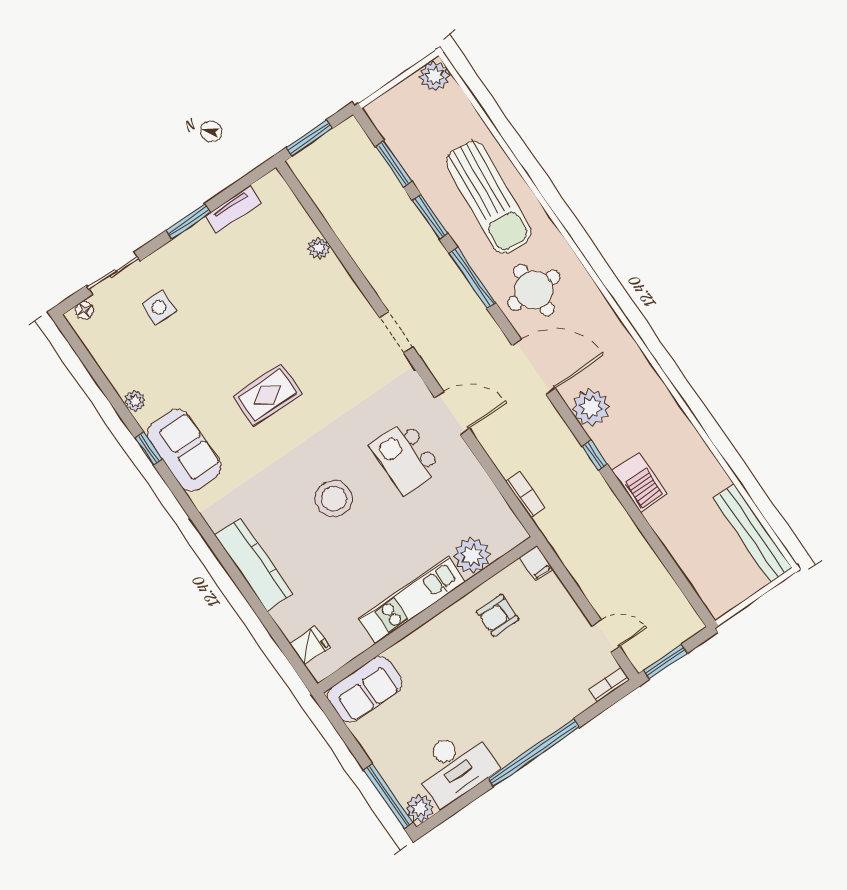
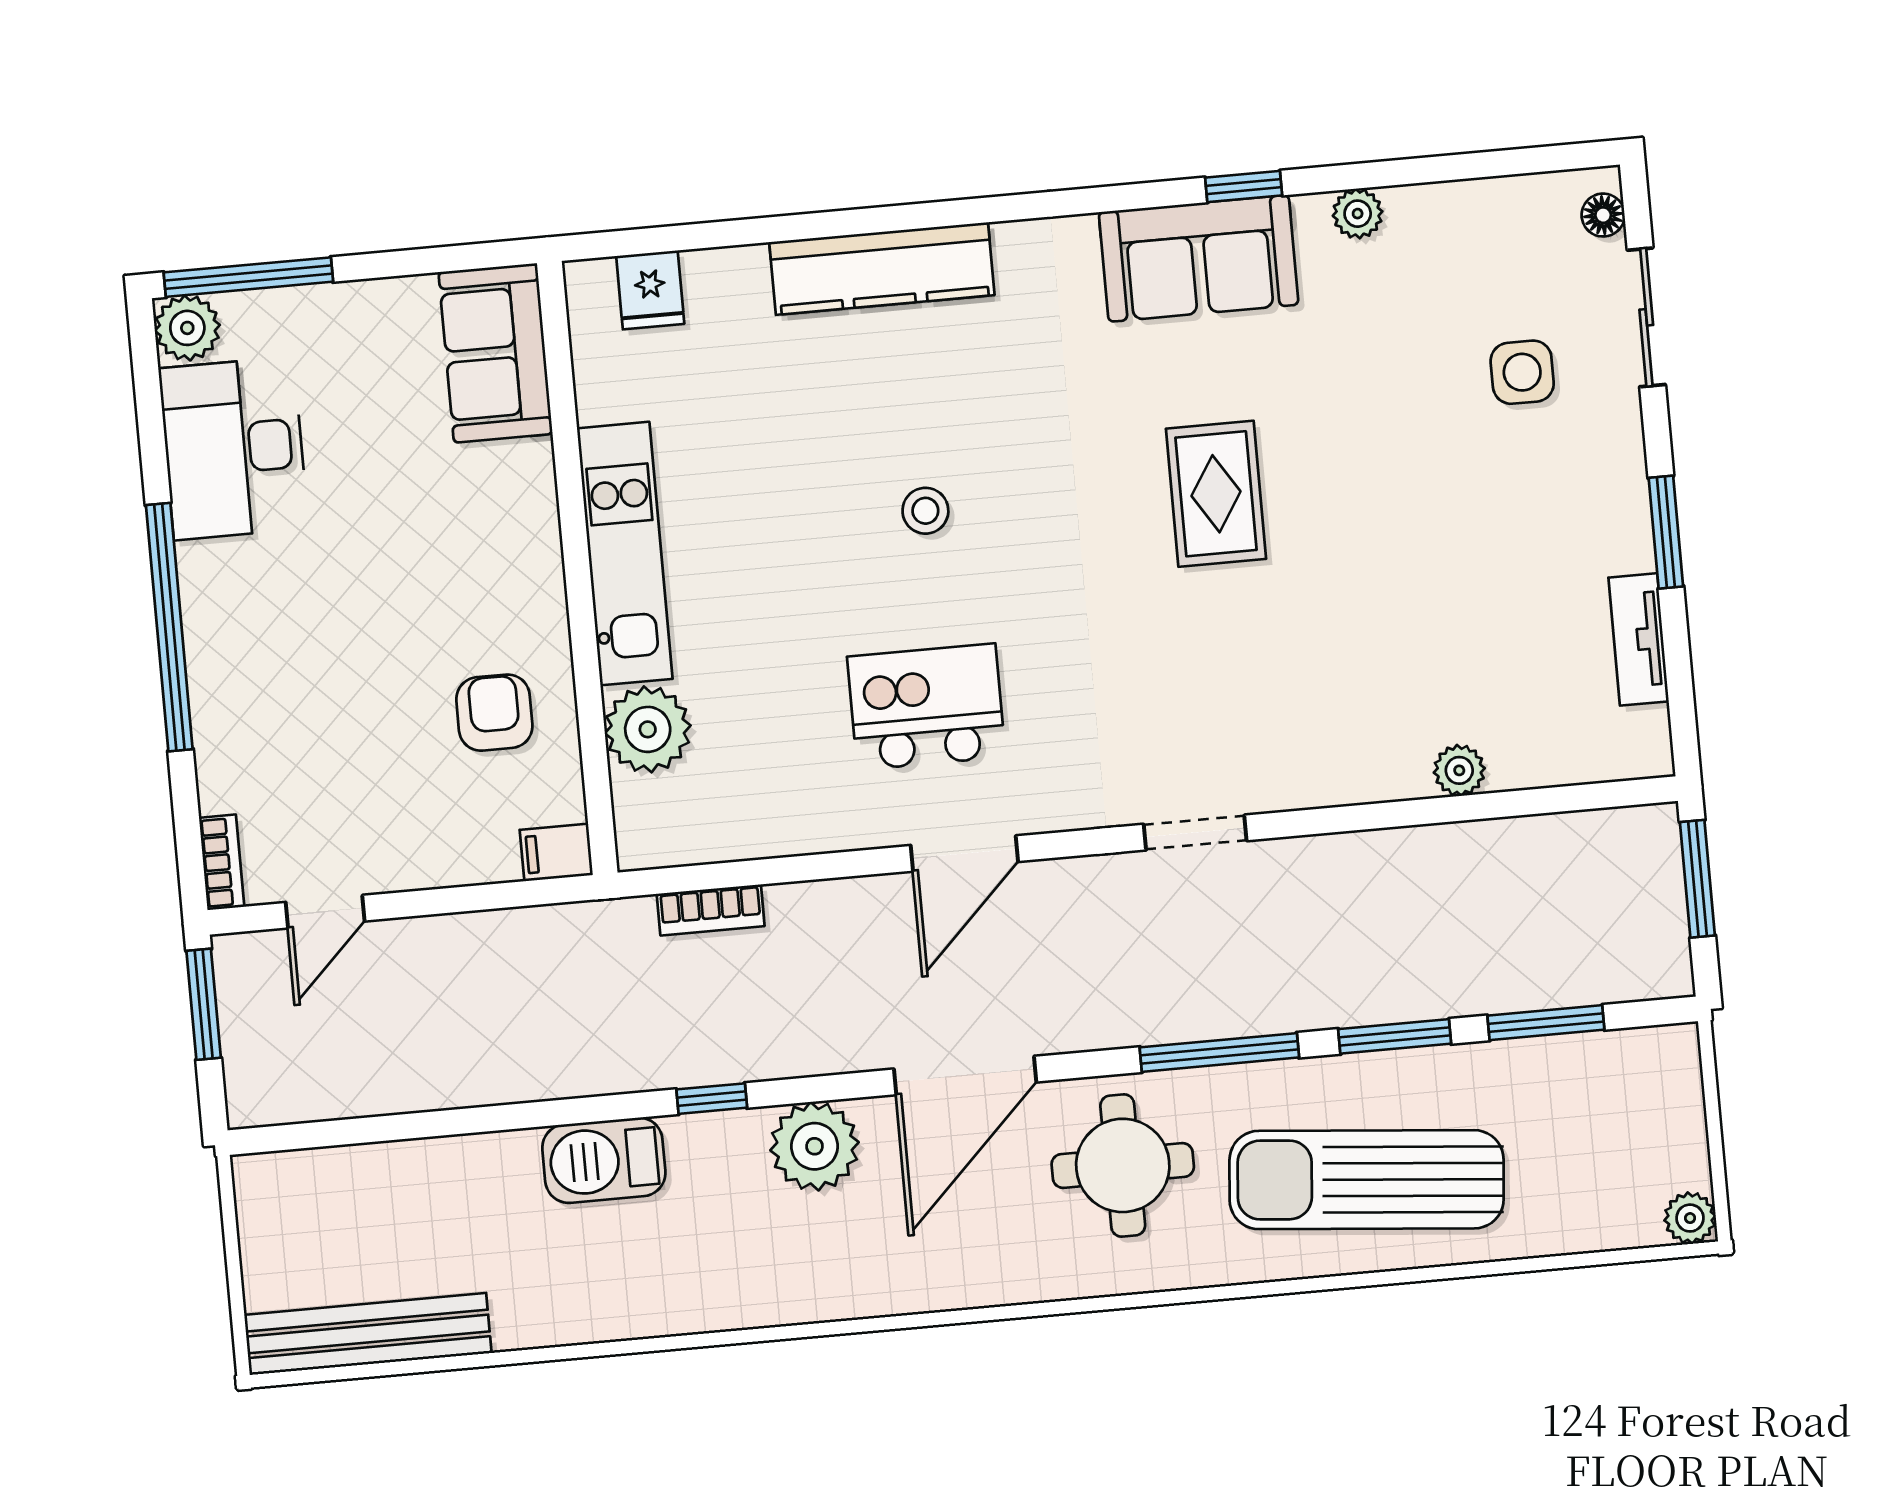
plant: (435, 76) -> (1690, 1218), width x0.73, depth x0.73
stool: (334, 498) -> (925, 511), width x0.53, depth x0.53

